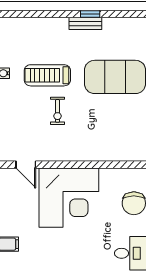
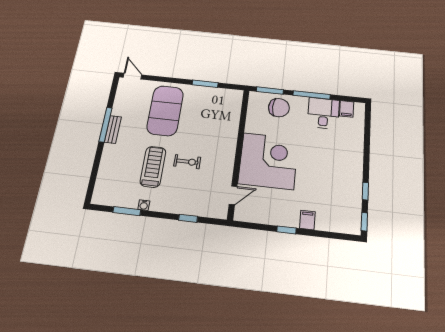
window: (90, 14) -> (105, 125), width x2.17
treadmill: (47, 75) -> (153, 167), turned 180

